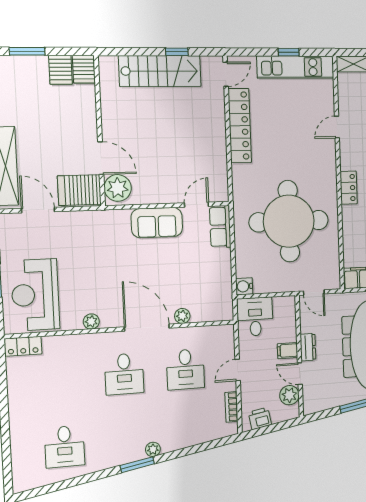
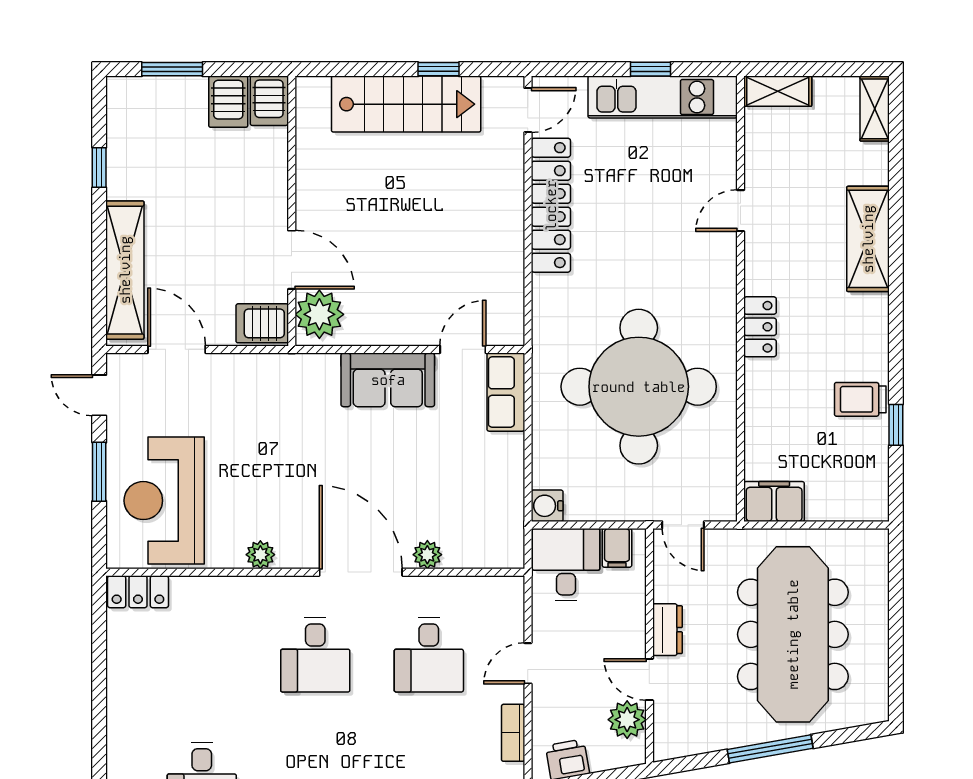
server rack: (79, 190) -> (262, 323), width x0.73, depth x0.70
filing cabinet: (287, 351) -> (617, 548), moved, turned -90

